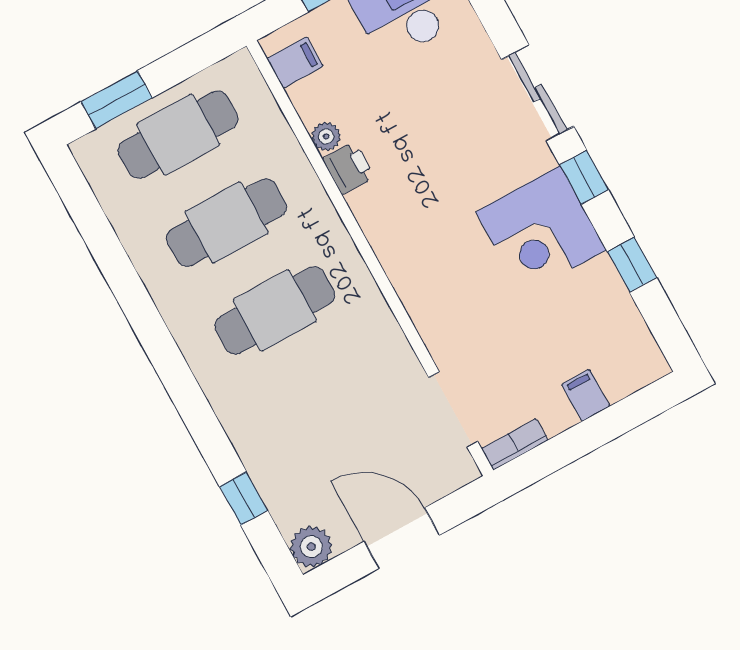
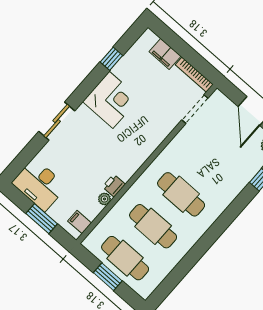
window: (117, 100) -> (108, 277), moved
window: (584, 177) -> (84, 90), removed
filing cabinet: (586, 395) -> (165, 54), width x2.00
bookcase: (515, 444) -> (194, 75), width x1.56

